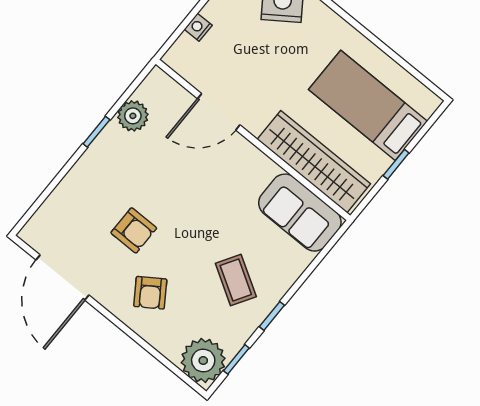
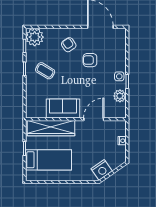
side table: (104, 154) -> (119, 76), added
sofa: (300, 213) -> (63, 109), moved

